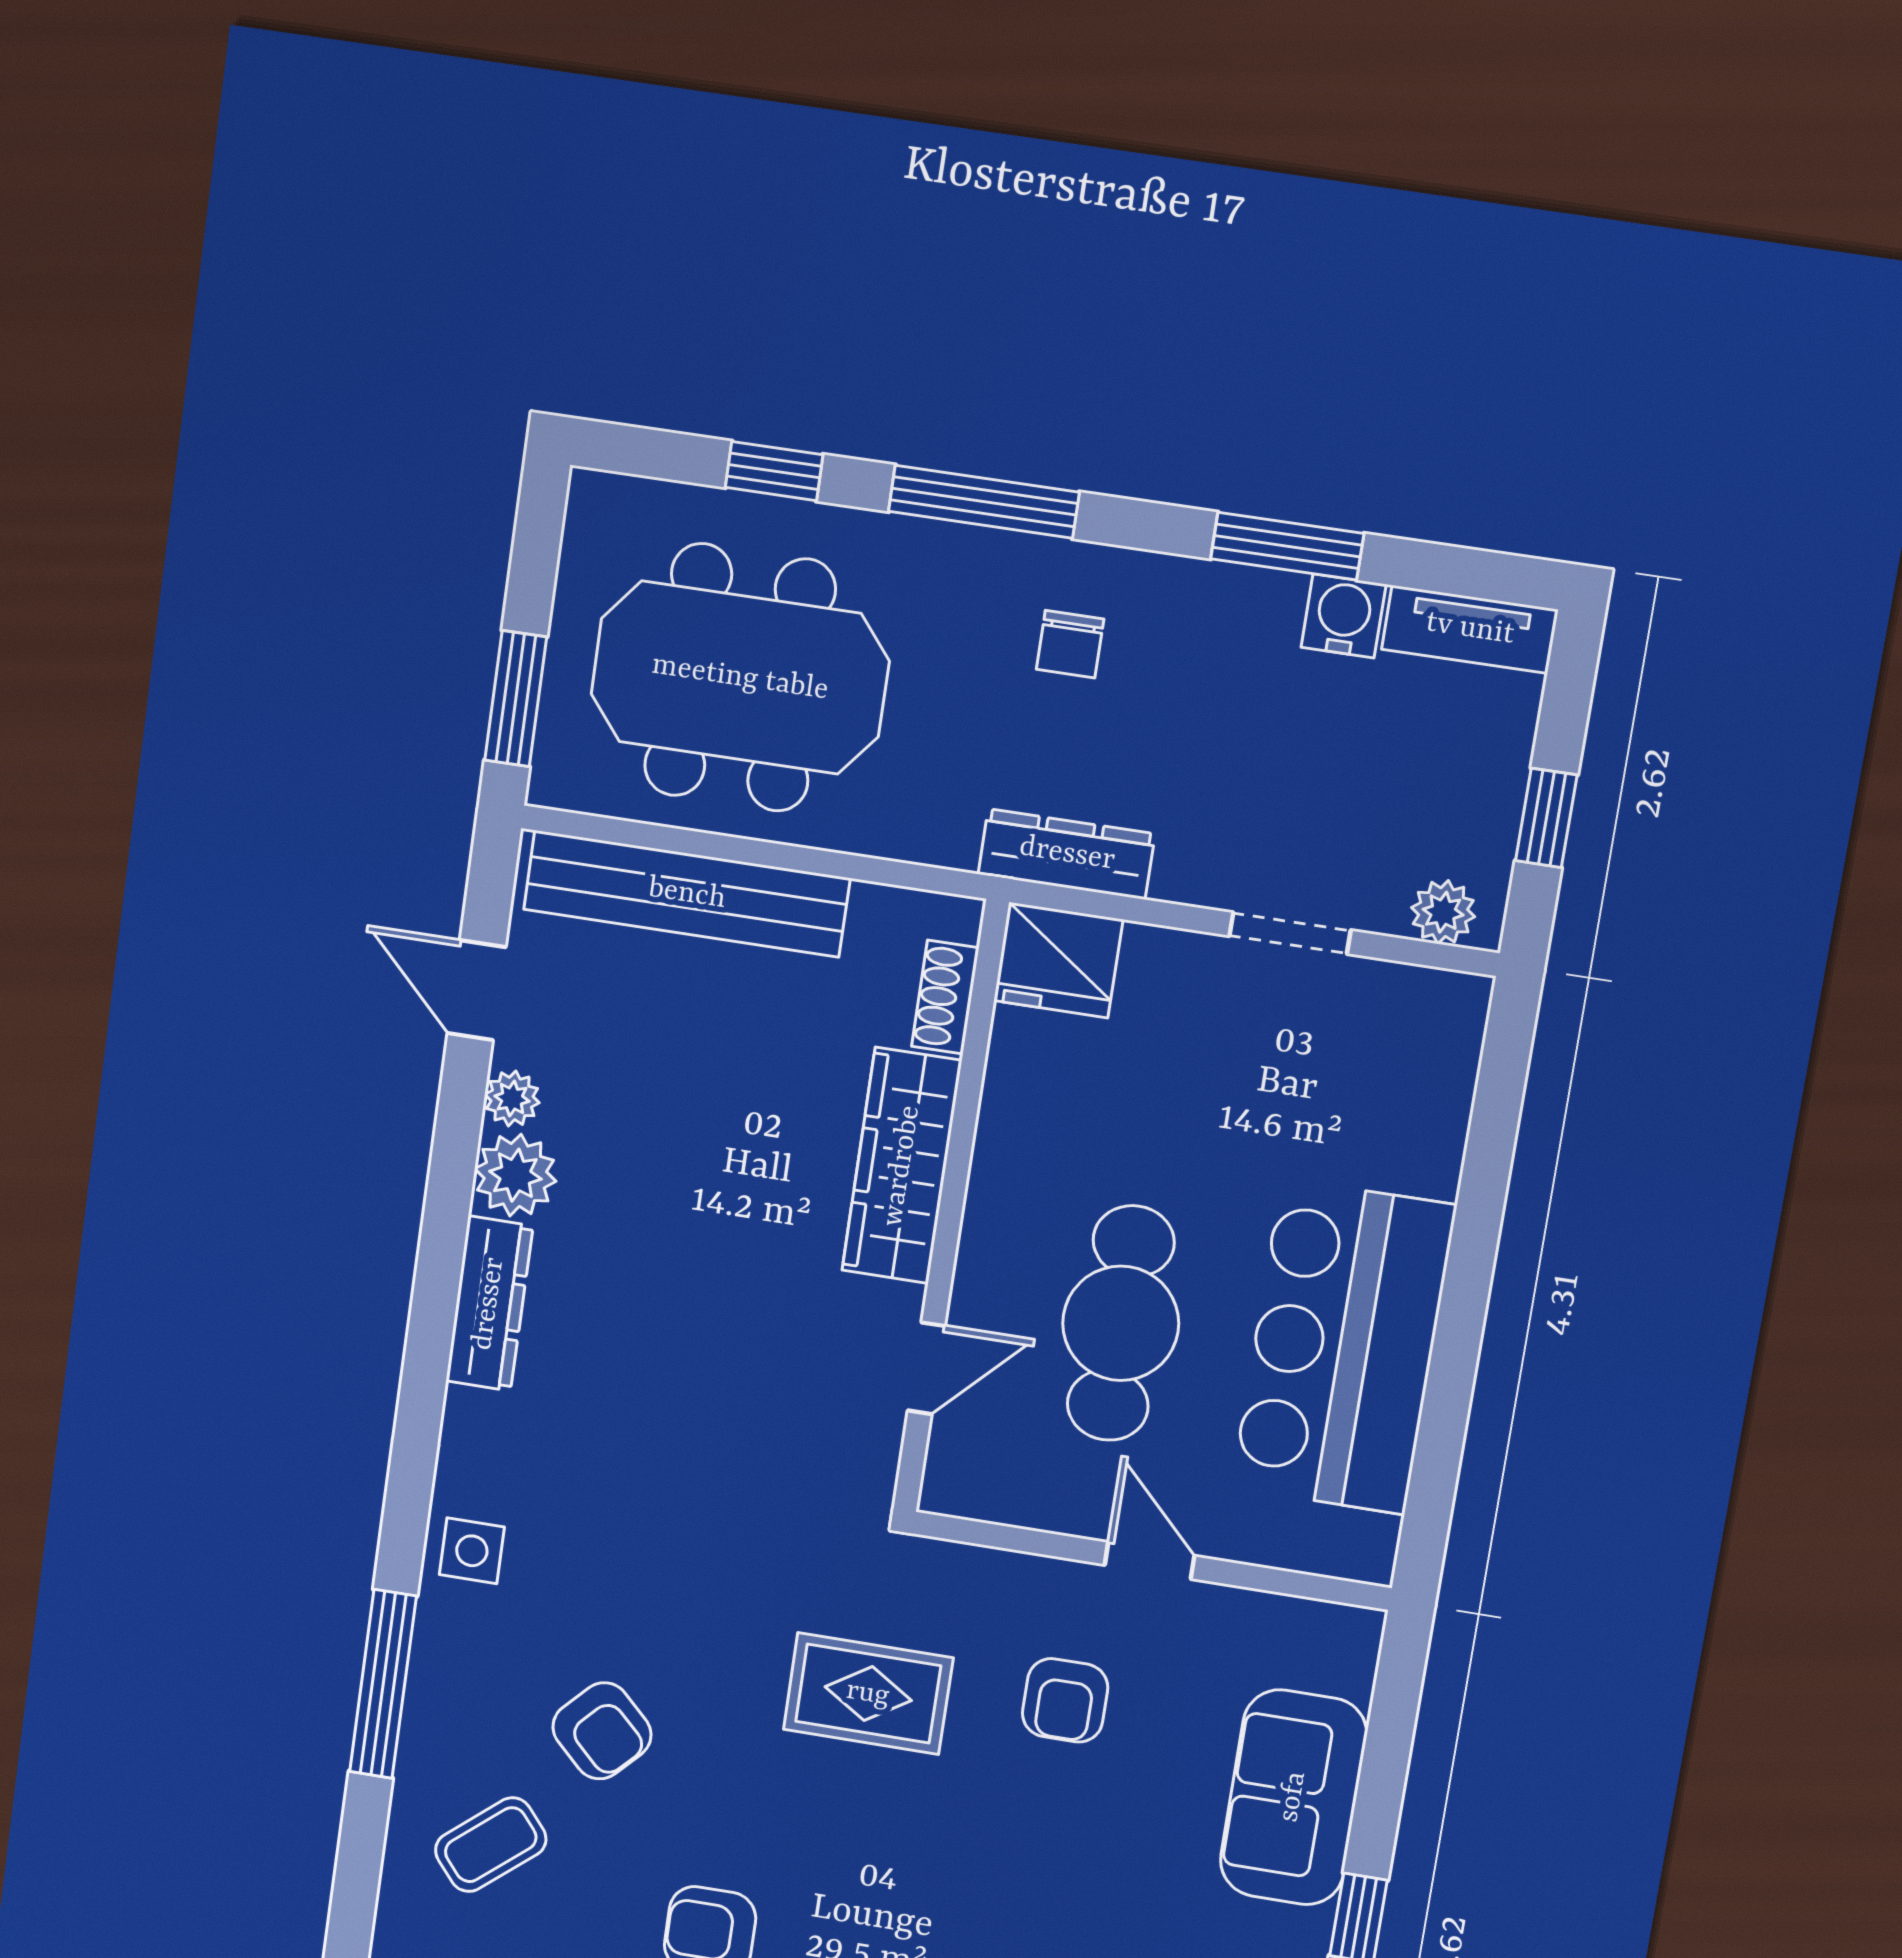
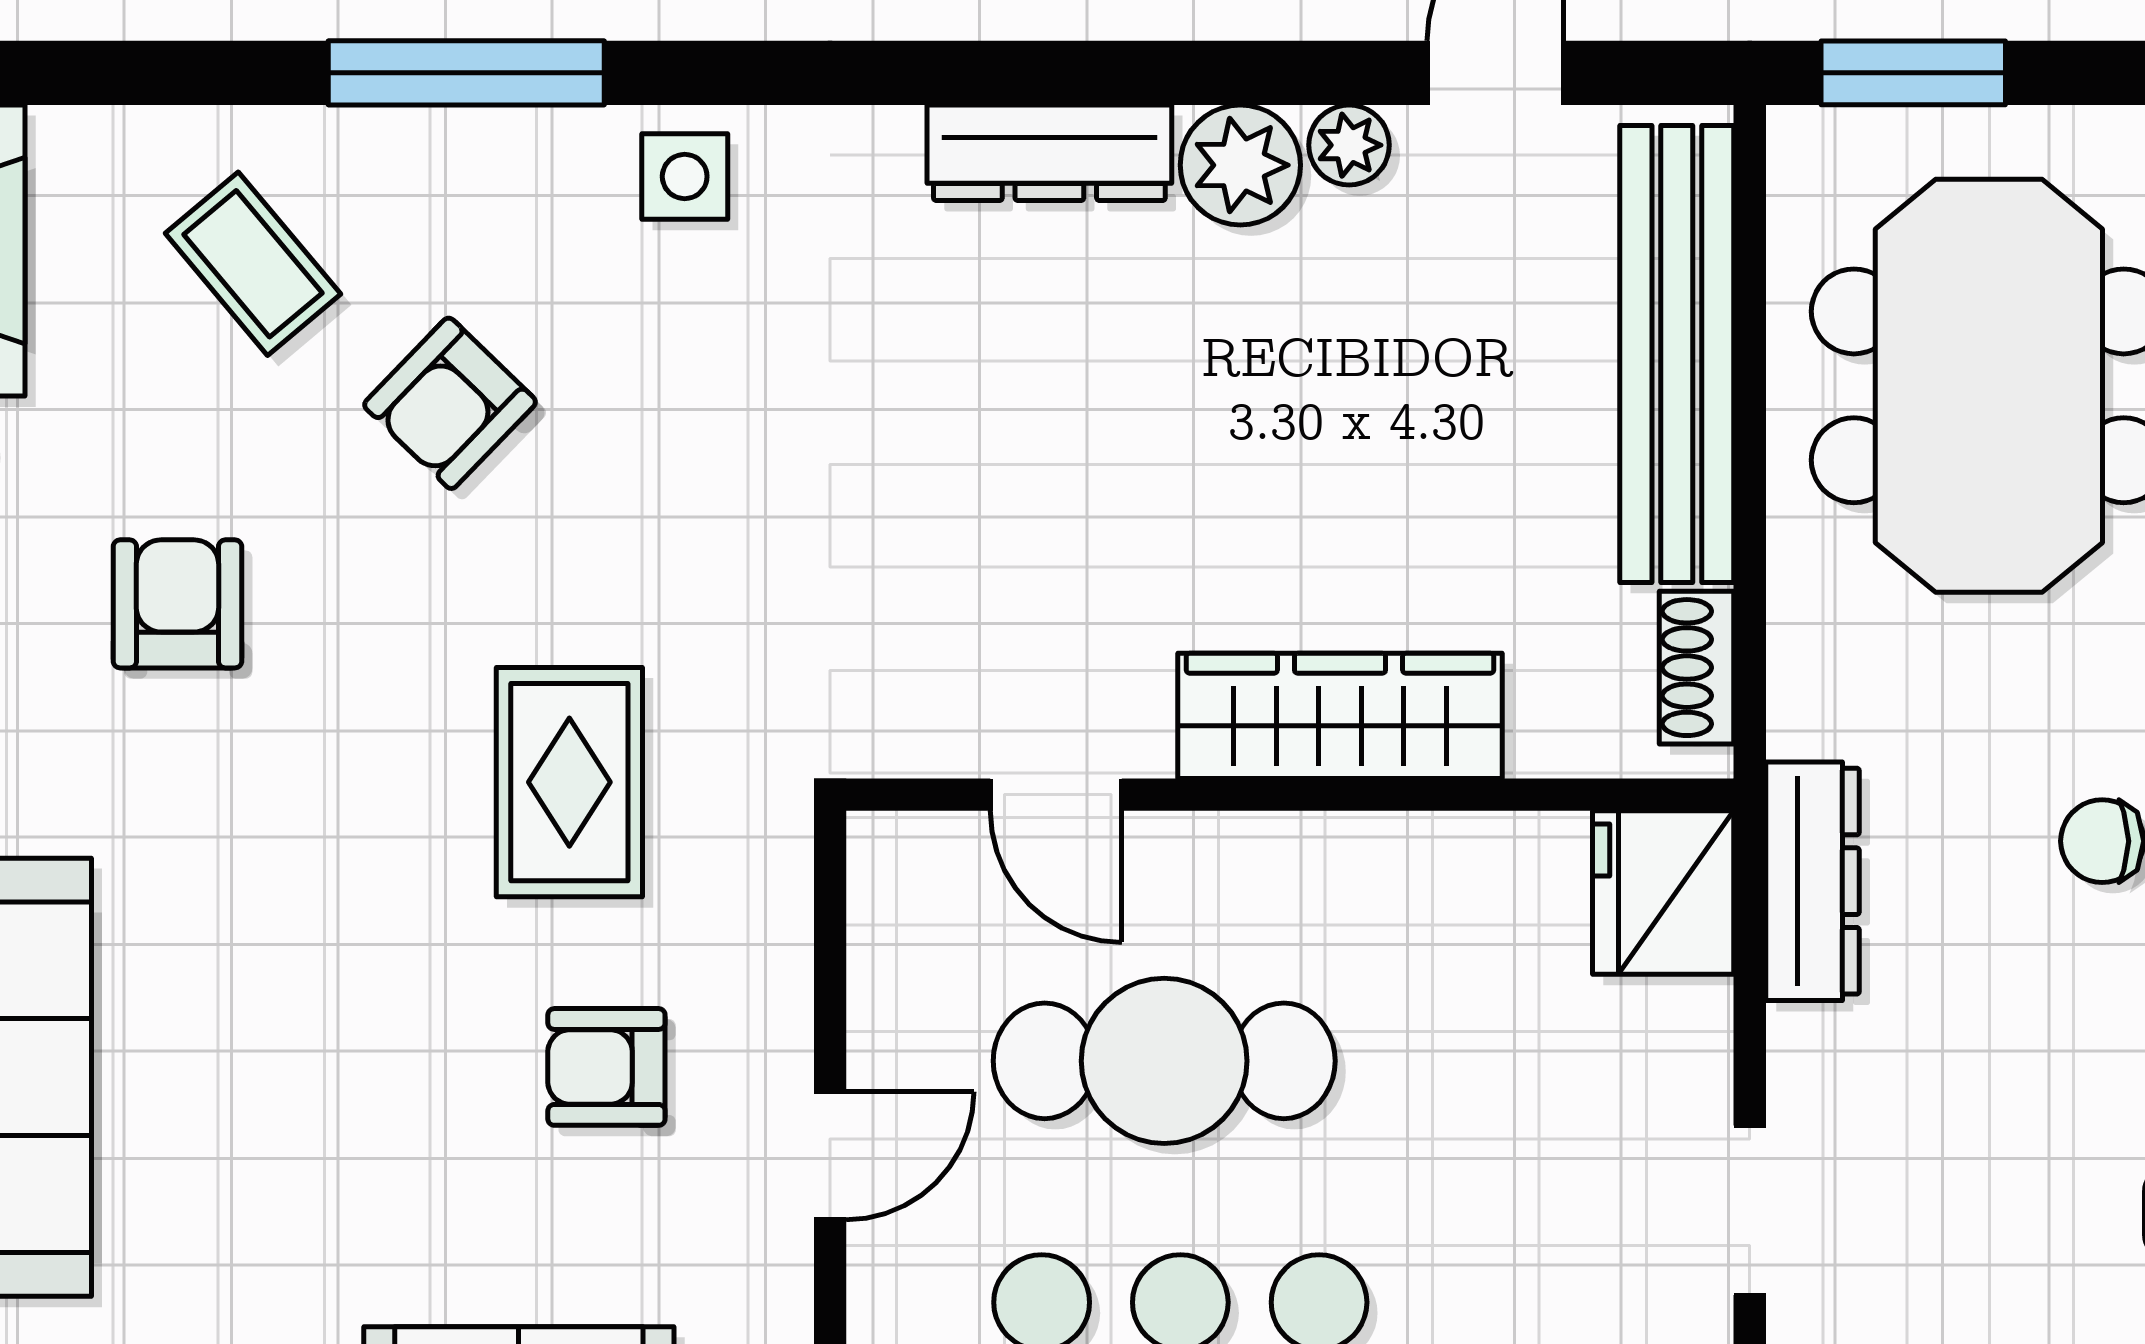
shoe rack: (945, 997) -> (1697, 668), moved, turned -90

